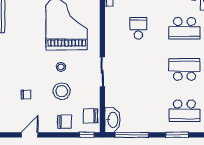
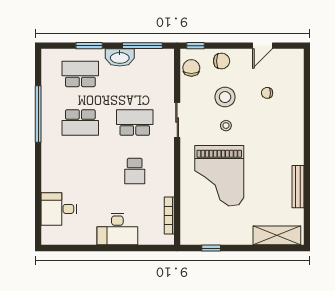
school desk: (184, 28) -> (135, 122), moved
chair: (90, 116) -> (191, 68), turned -90
washbasin: (112, 120) -> (120, 57), moved, turned -90
chair: (65, 122) -> (222, 61), turned 180

